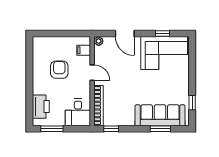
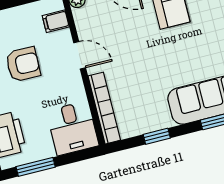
armchair: (59, 70) -> (23, 64), turned 91
window: (111, 129) -> (157, 136), moved

